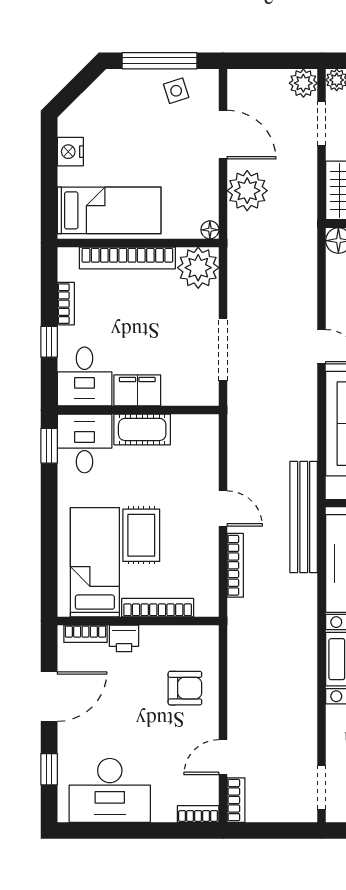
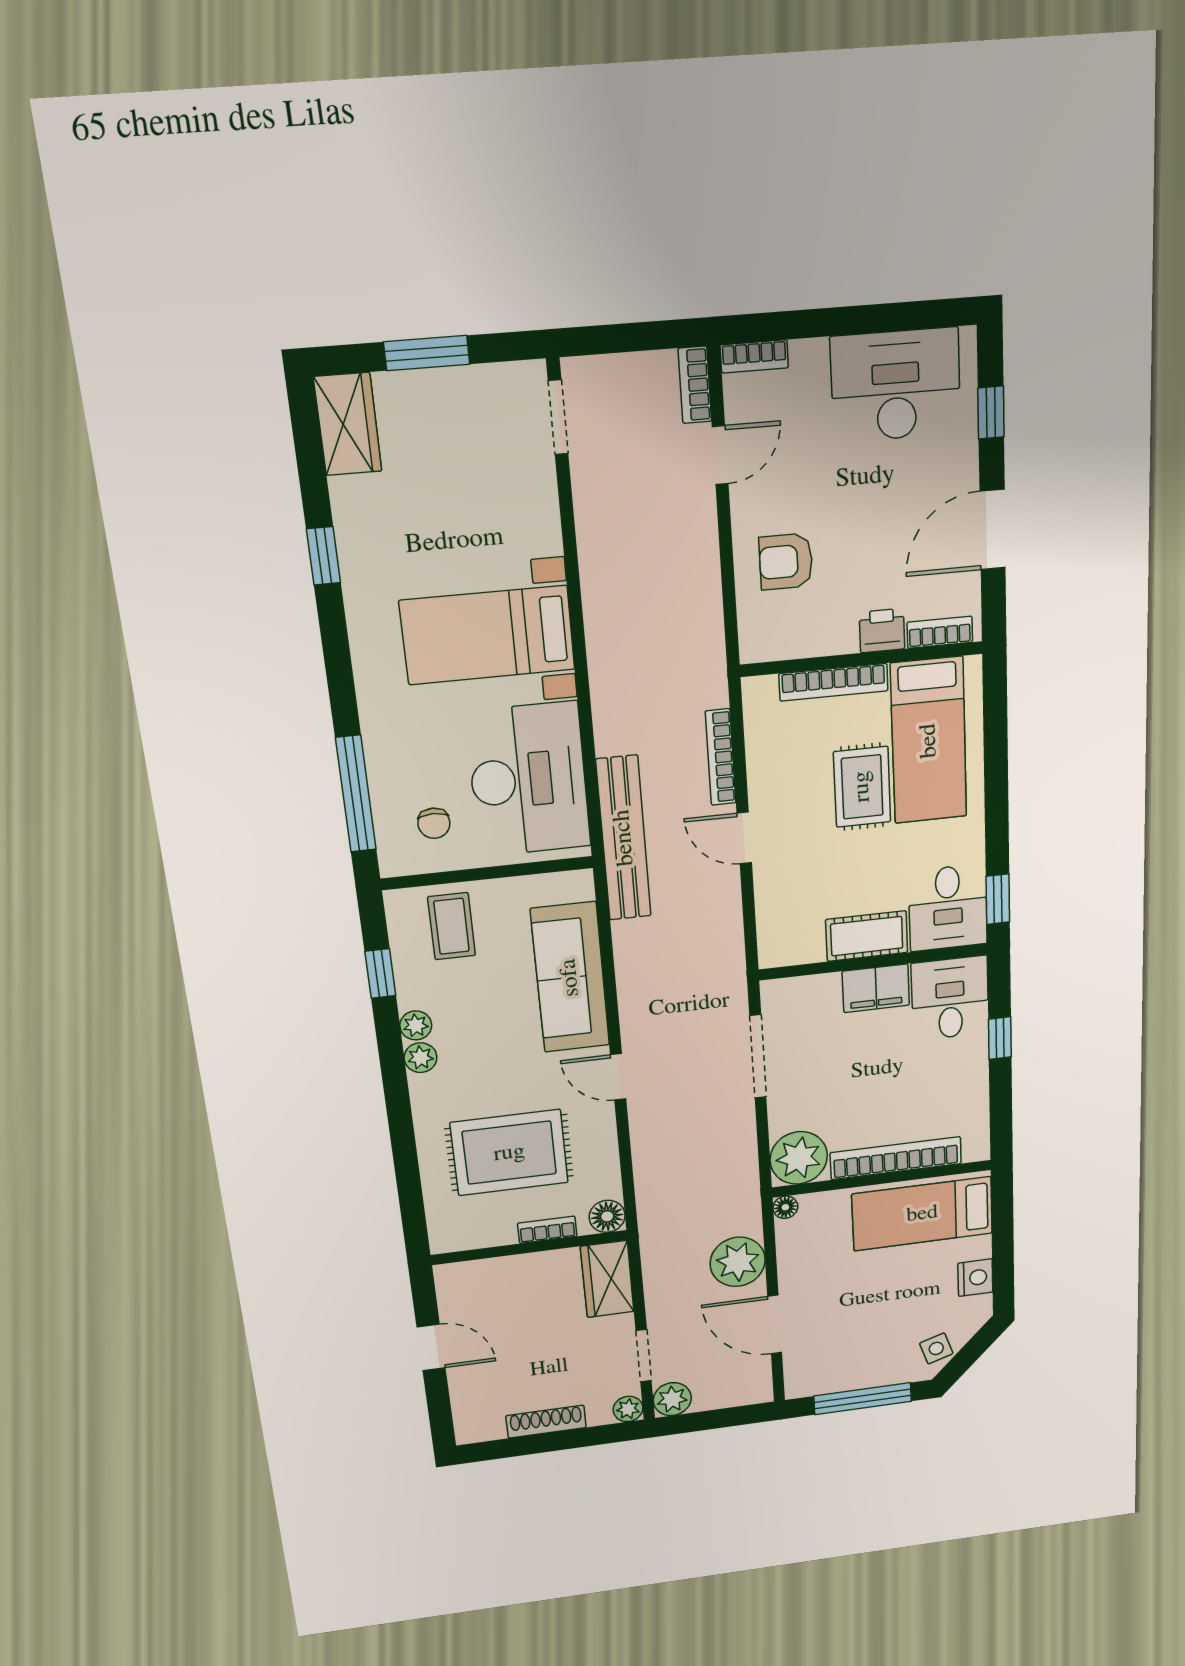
side table: (176, 91) -> (936, 1348), moved
bookcase: (66, 304) -> (978, 1090), removed

